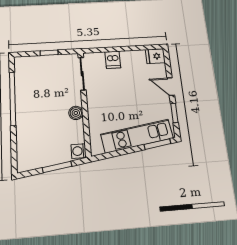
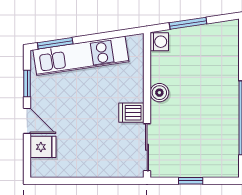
fridge: (155, 56) -> (43, 147), moved
dishwasher: (113, 60) -> (131, 113), moved, turned -90

